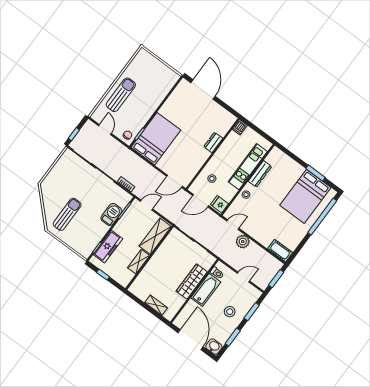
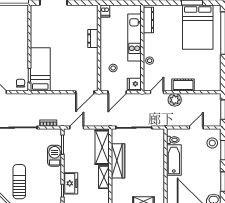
bed: (156, 139) -> (40, 69), width x0.67
dresser: (260, 174) -> (148, 20), moved
freezer: (108, 247) -> (71, 183), width x0.71
cot: (280, 251) -> (183, 85), moved
wardrobe: (192, 281) -> (118, 161), moved, turned 180
stool: (230, 312) -> (212, 143), moved

